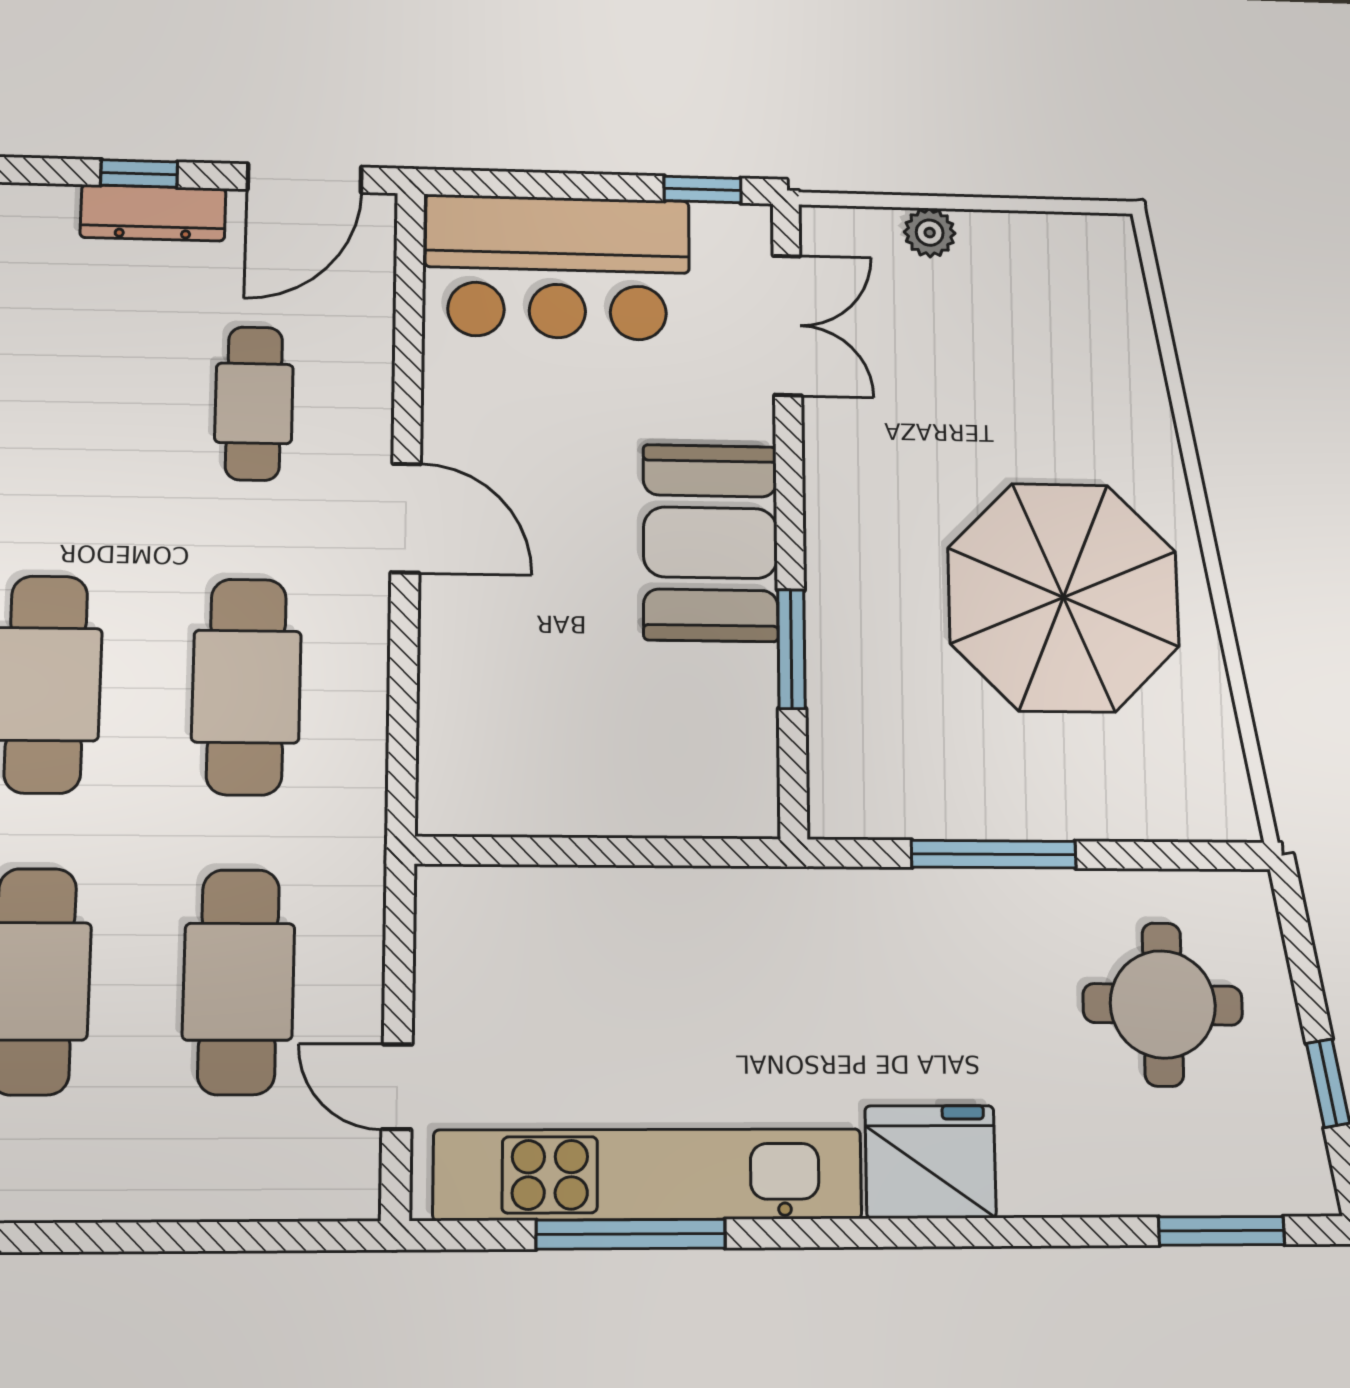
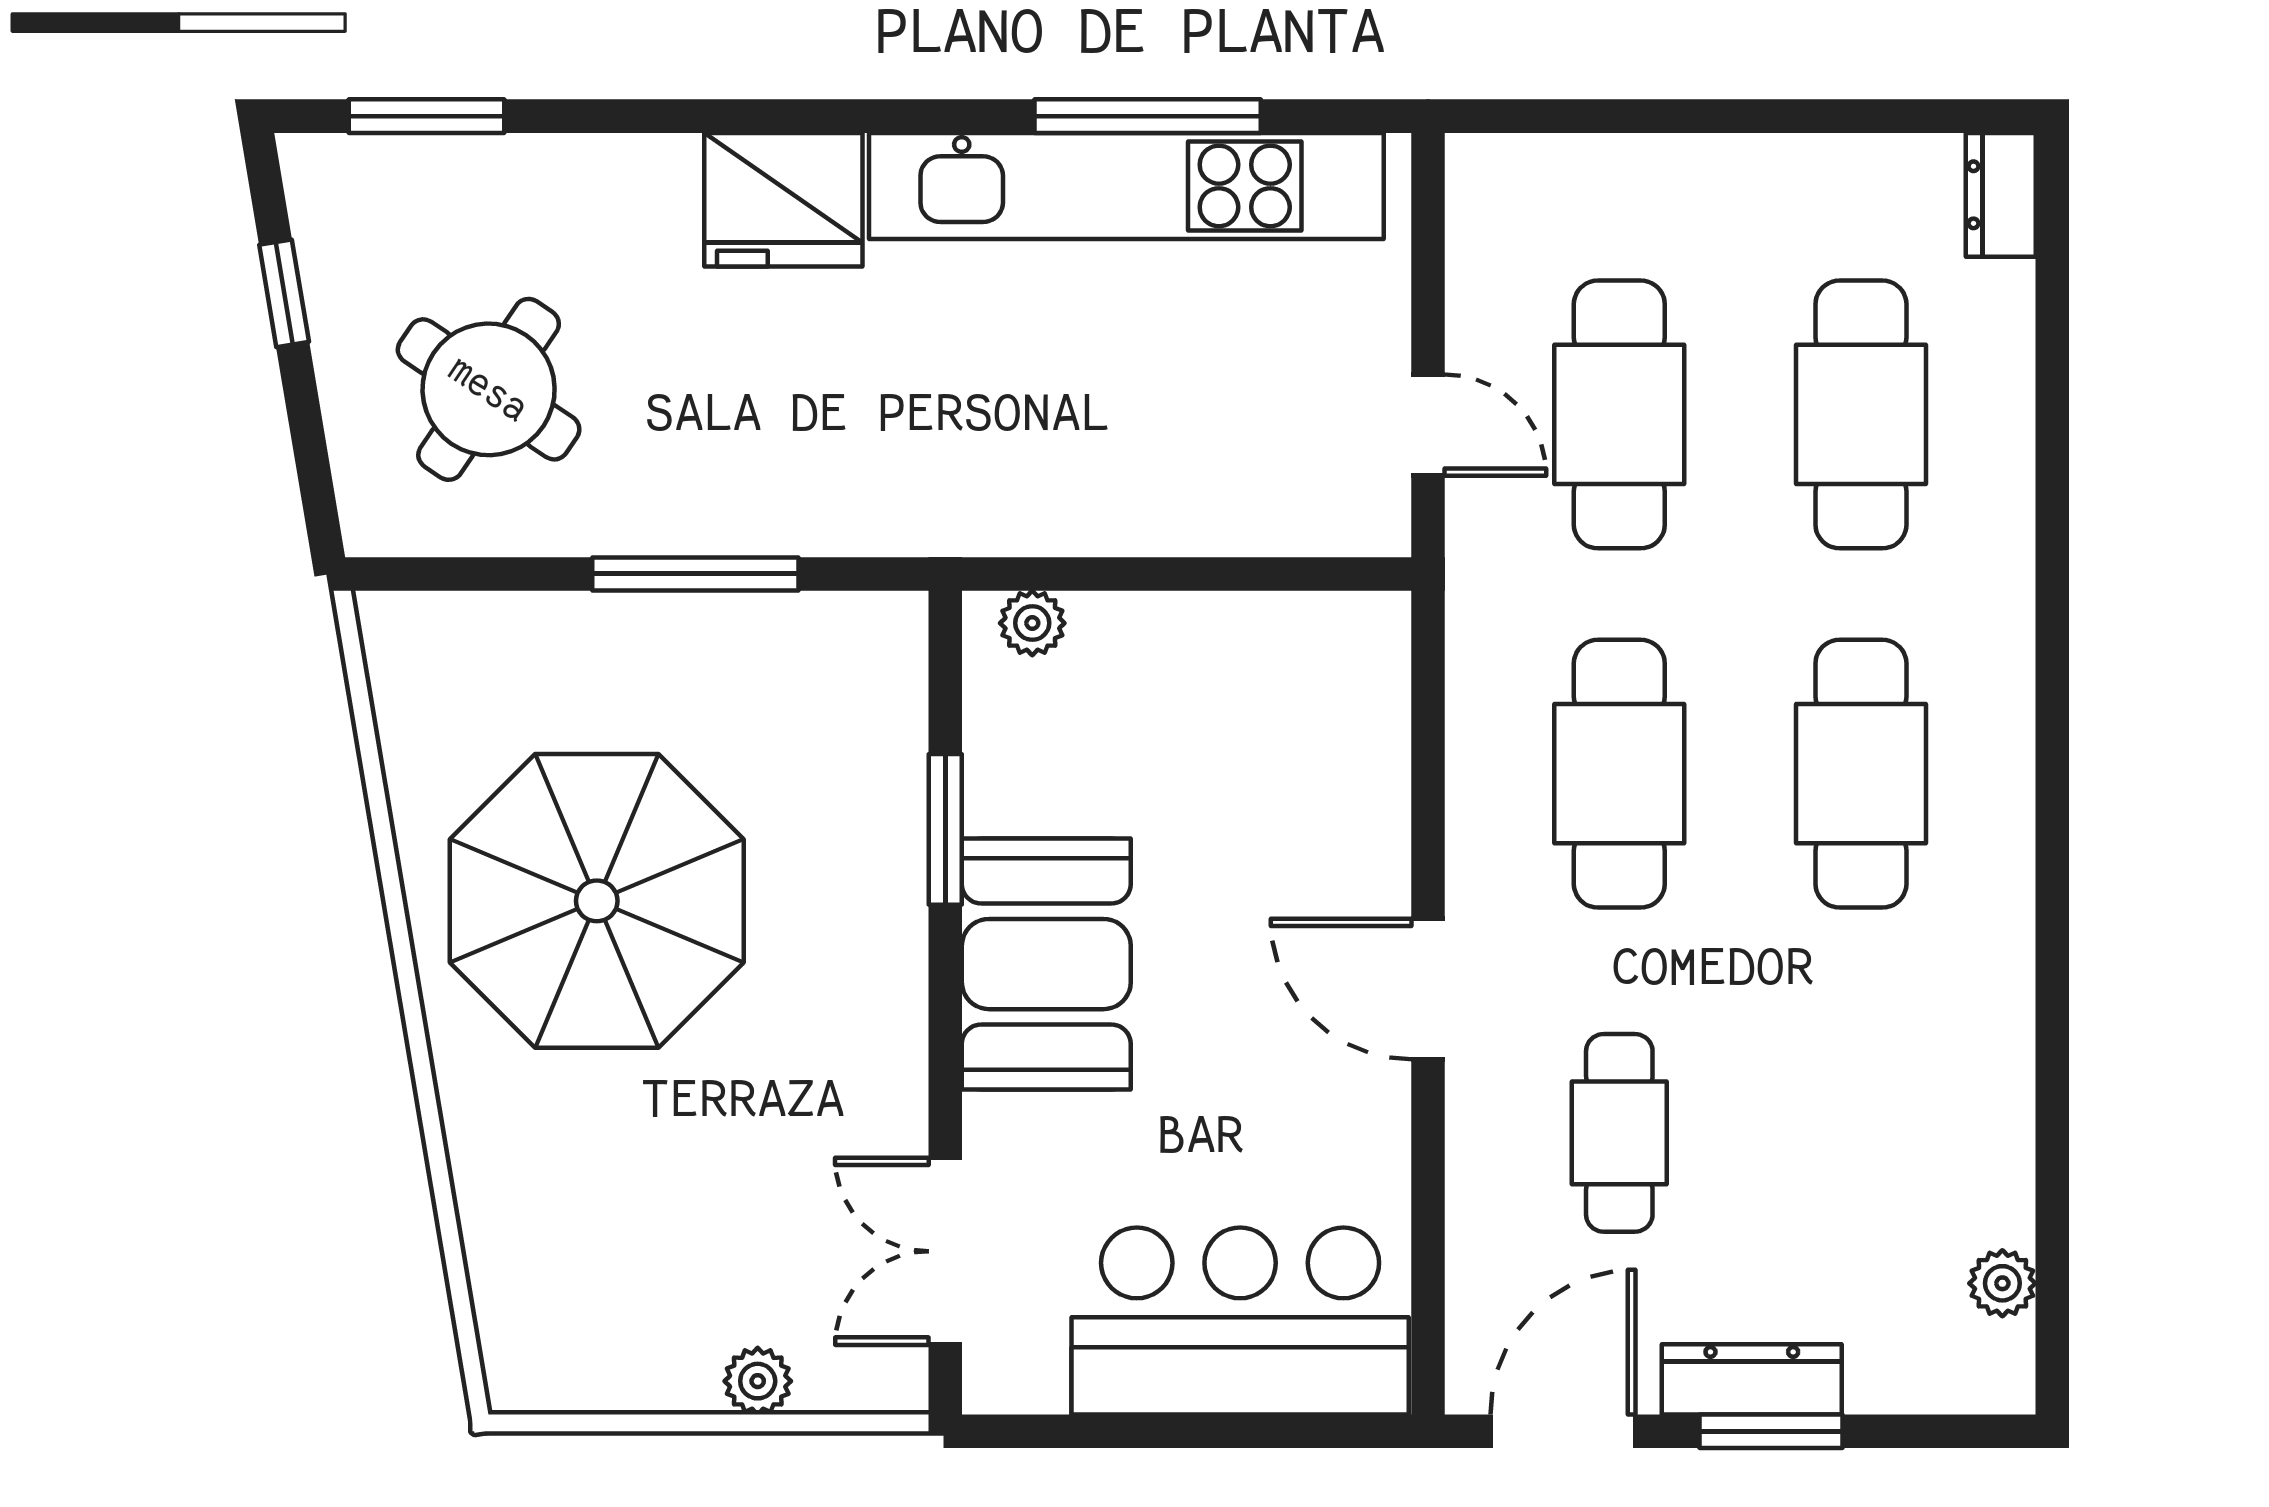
window: (139, 174) -> (1771, 1431), width x1.50
window: (703, 189) -> (1053, 1431), removed
plant: (724, 813) -> (1032, 623), added
round table: (1163, 1004) -> (489, 389), turned 33
door: (397, 1087) -> (1428, 425), moved

